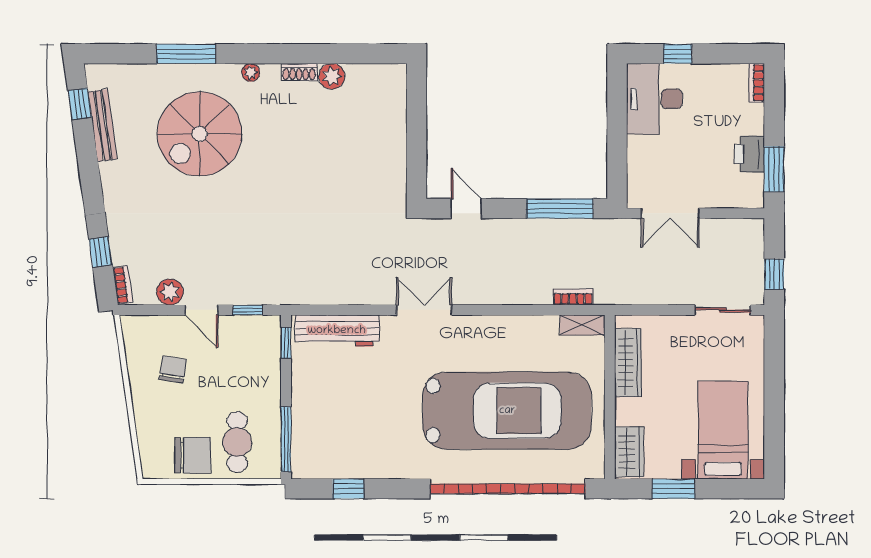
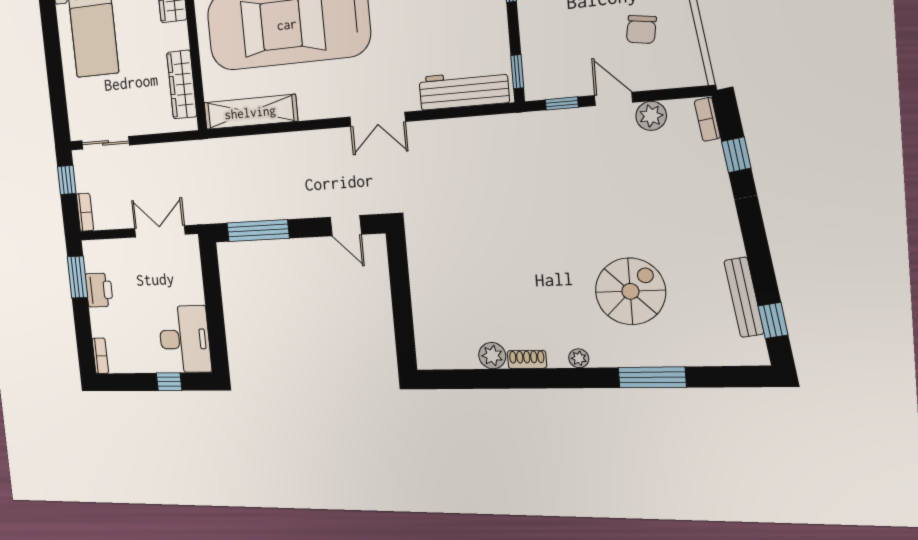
spiral stairs: (200, 134) -> (630, 291), width x0.73, depth x0.73
bookcase: (573, 297) -> (85, 212), moved, turned -90
shelving: (582, 325) -> (250, 112), width x2.20, depth x1.33

